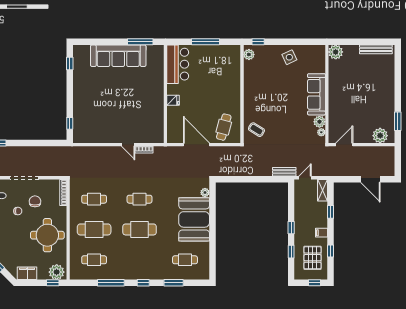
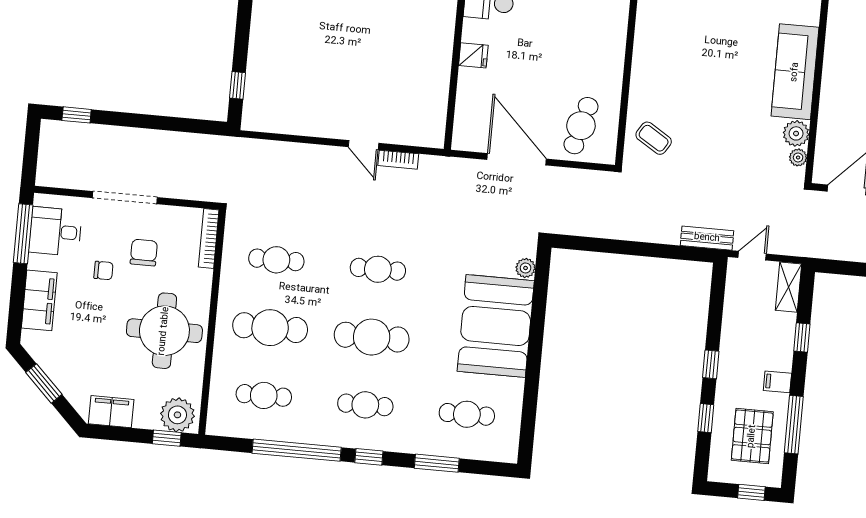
window: (330, 251) -> (794, 425), width x2.17
cafe table: (140, 260) -> (365, 405), added
window: (111, 283) -> (297, 450), width x1.46

